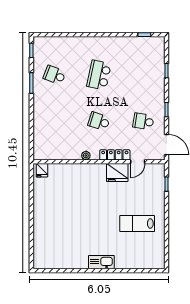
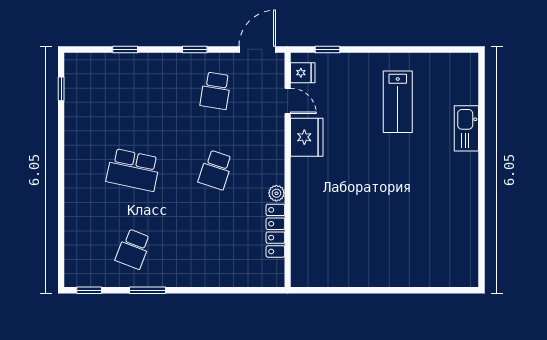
locker: (115, 155) -> (275, 231), moved
fridge: (42, 170) -> (303, 73), moved
kitchen sink: (101, 262) -> (466, 128), moved

